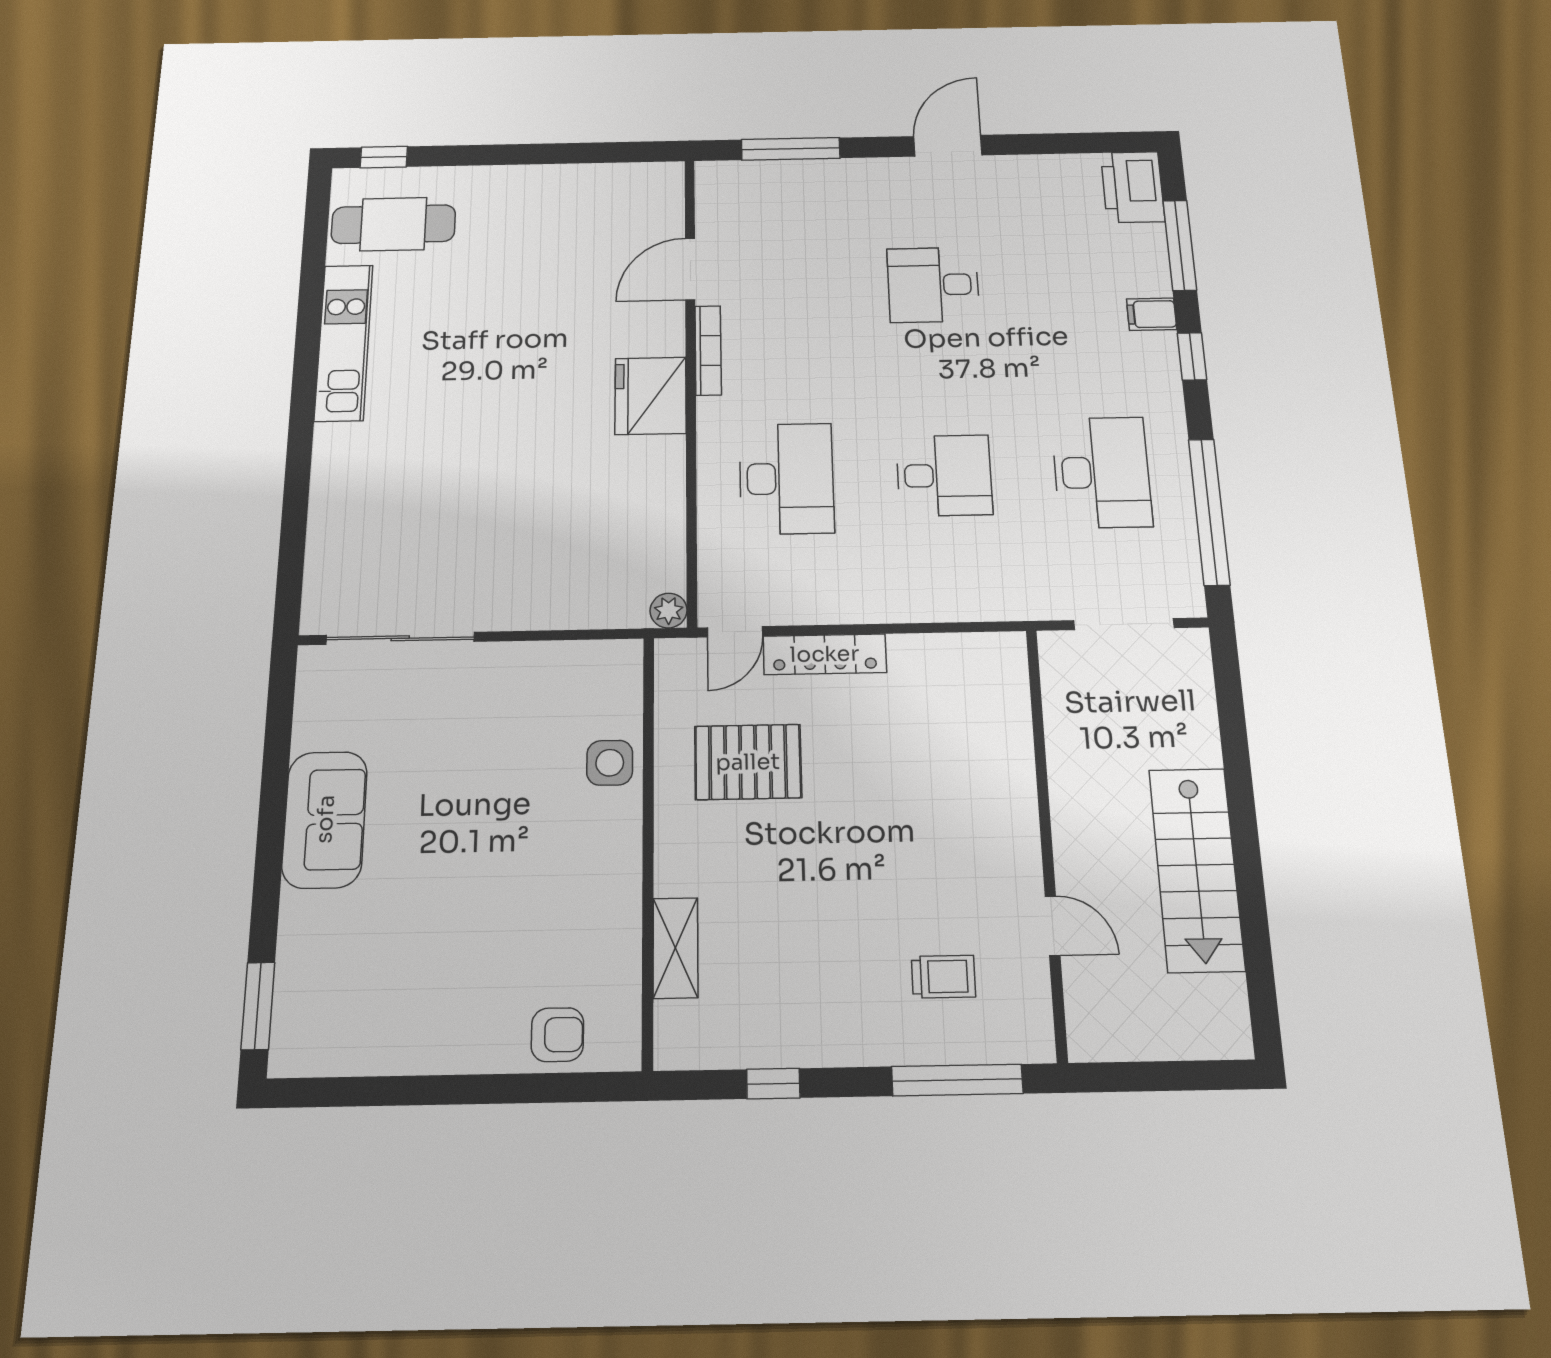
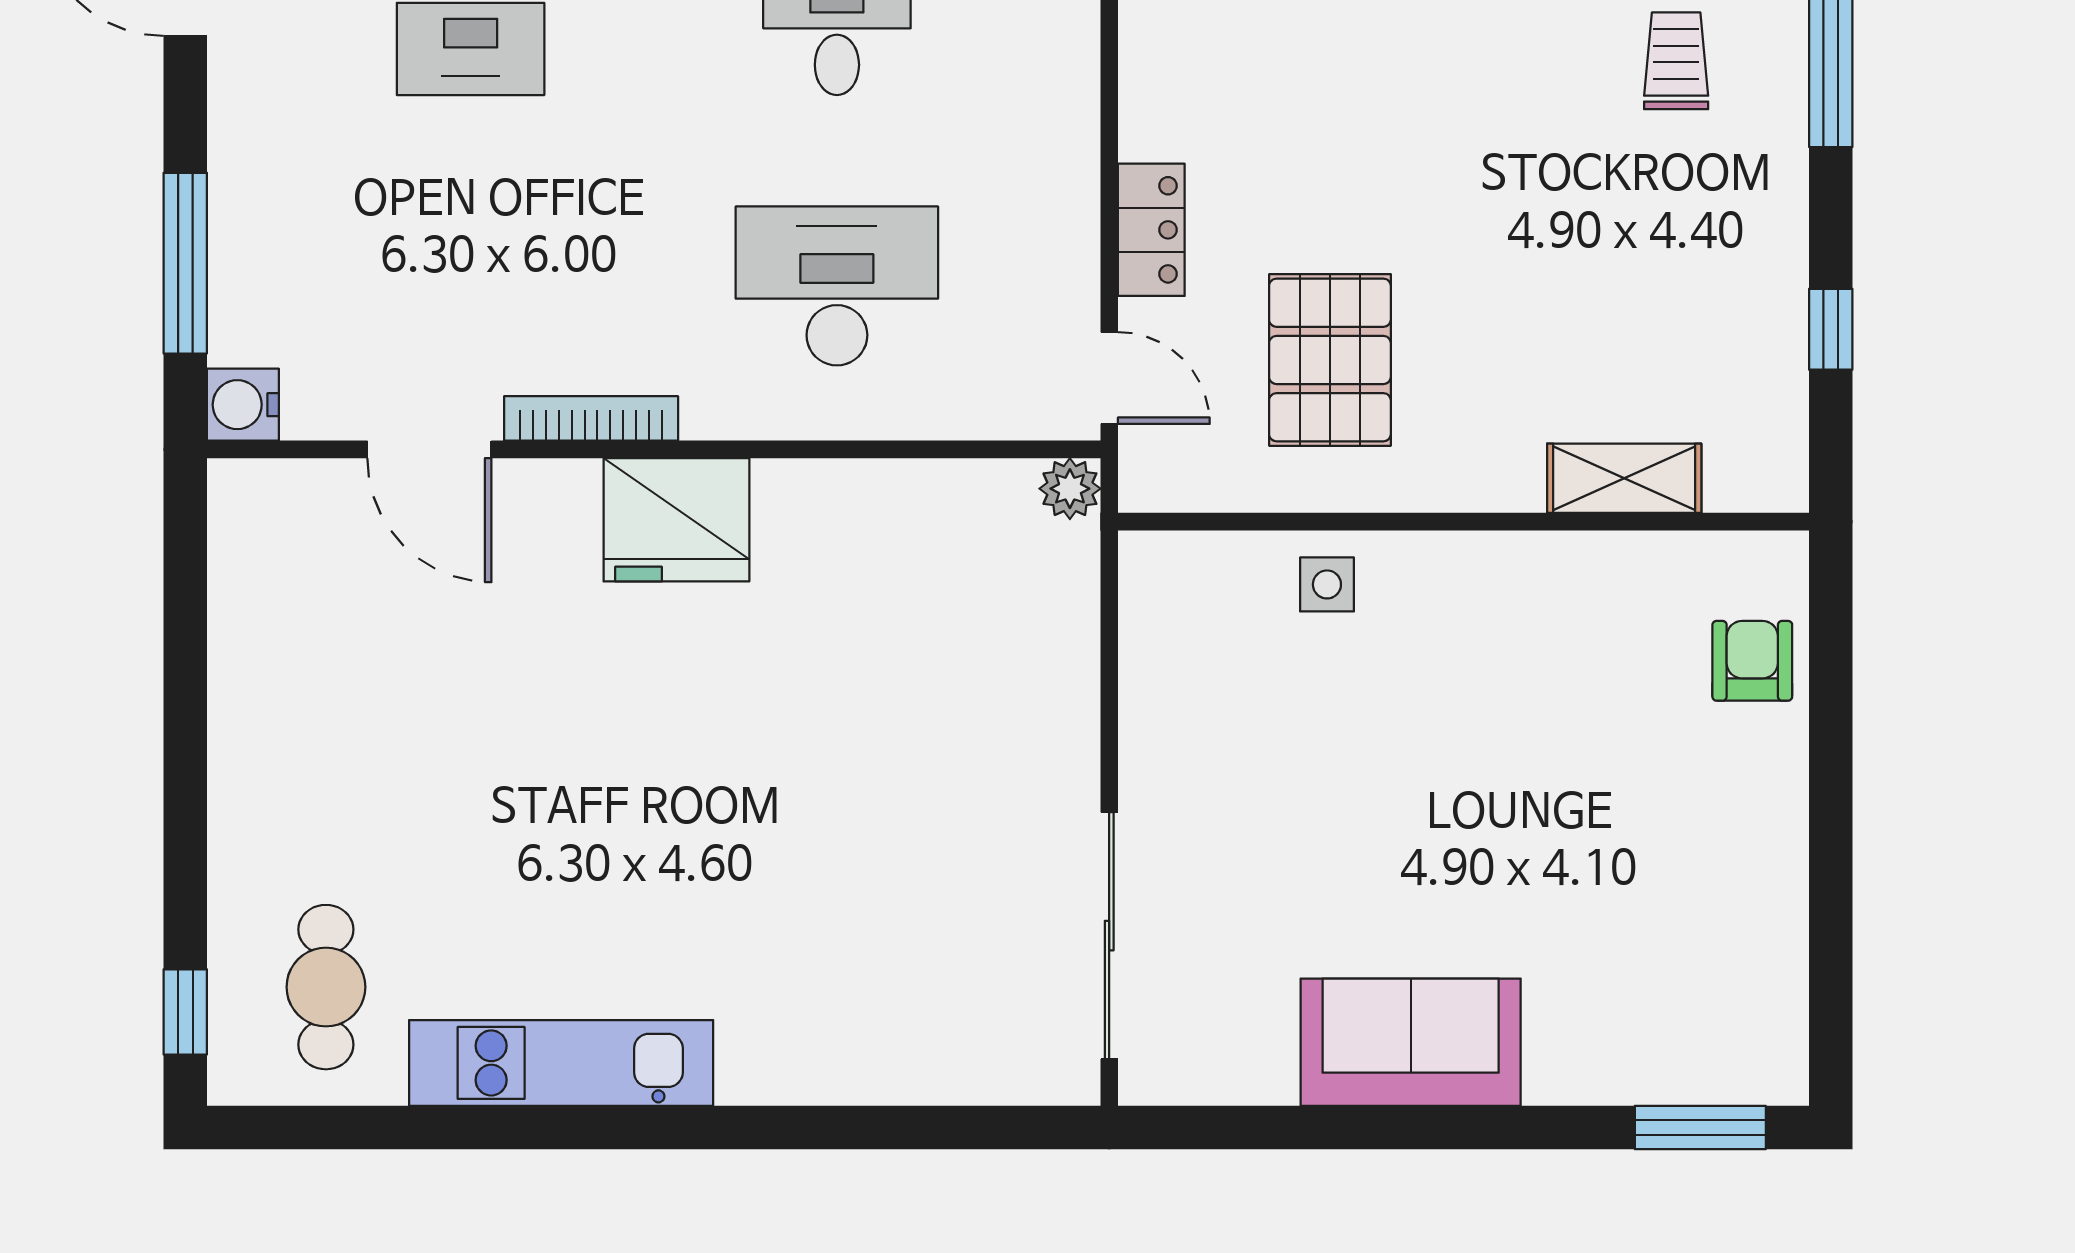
water cooler: (714, 178) -> (243, 405), added
cafe table: (393, 224) -> (326, 987), width x0.73, depth x0.74
locker: (825, 654) -> (1151, 230), width x0.66
side table: (610, 763) -> (1327, 584), width x0.73, depth x0.73

